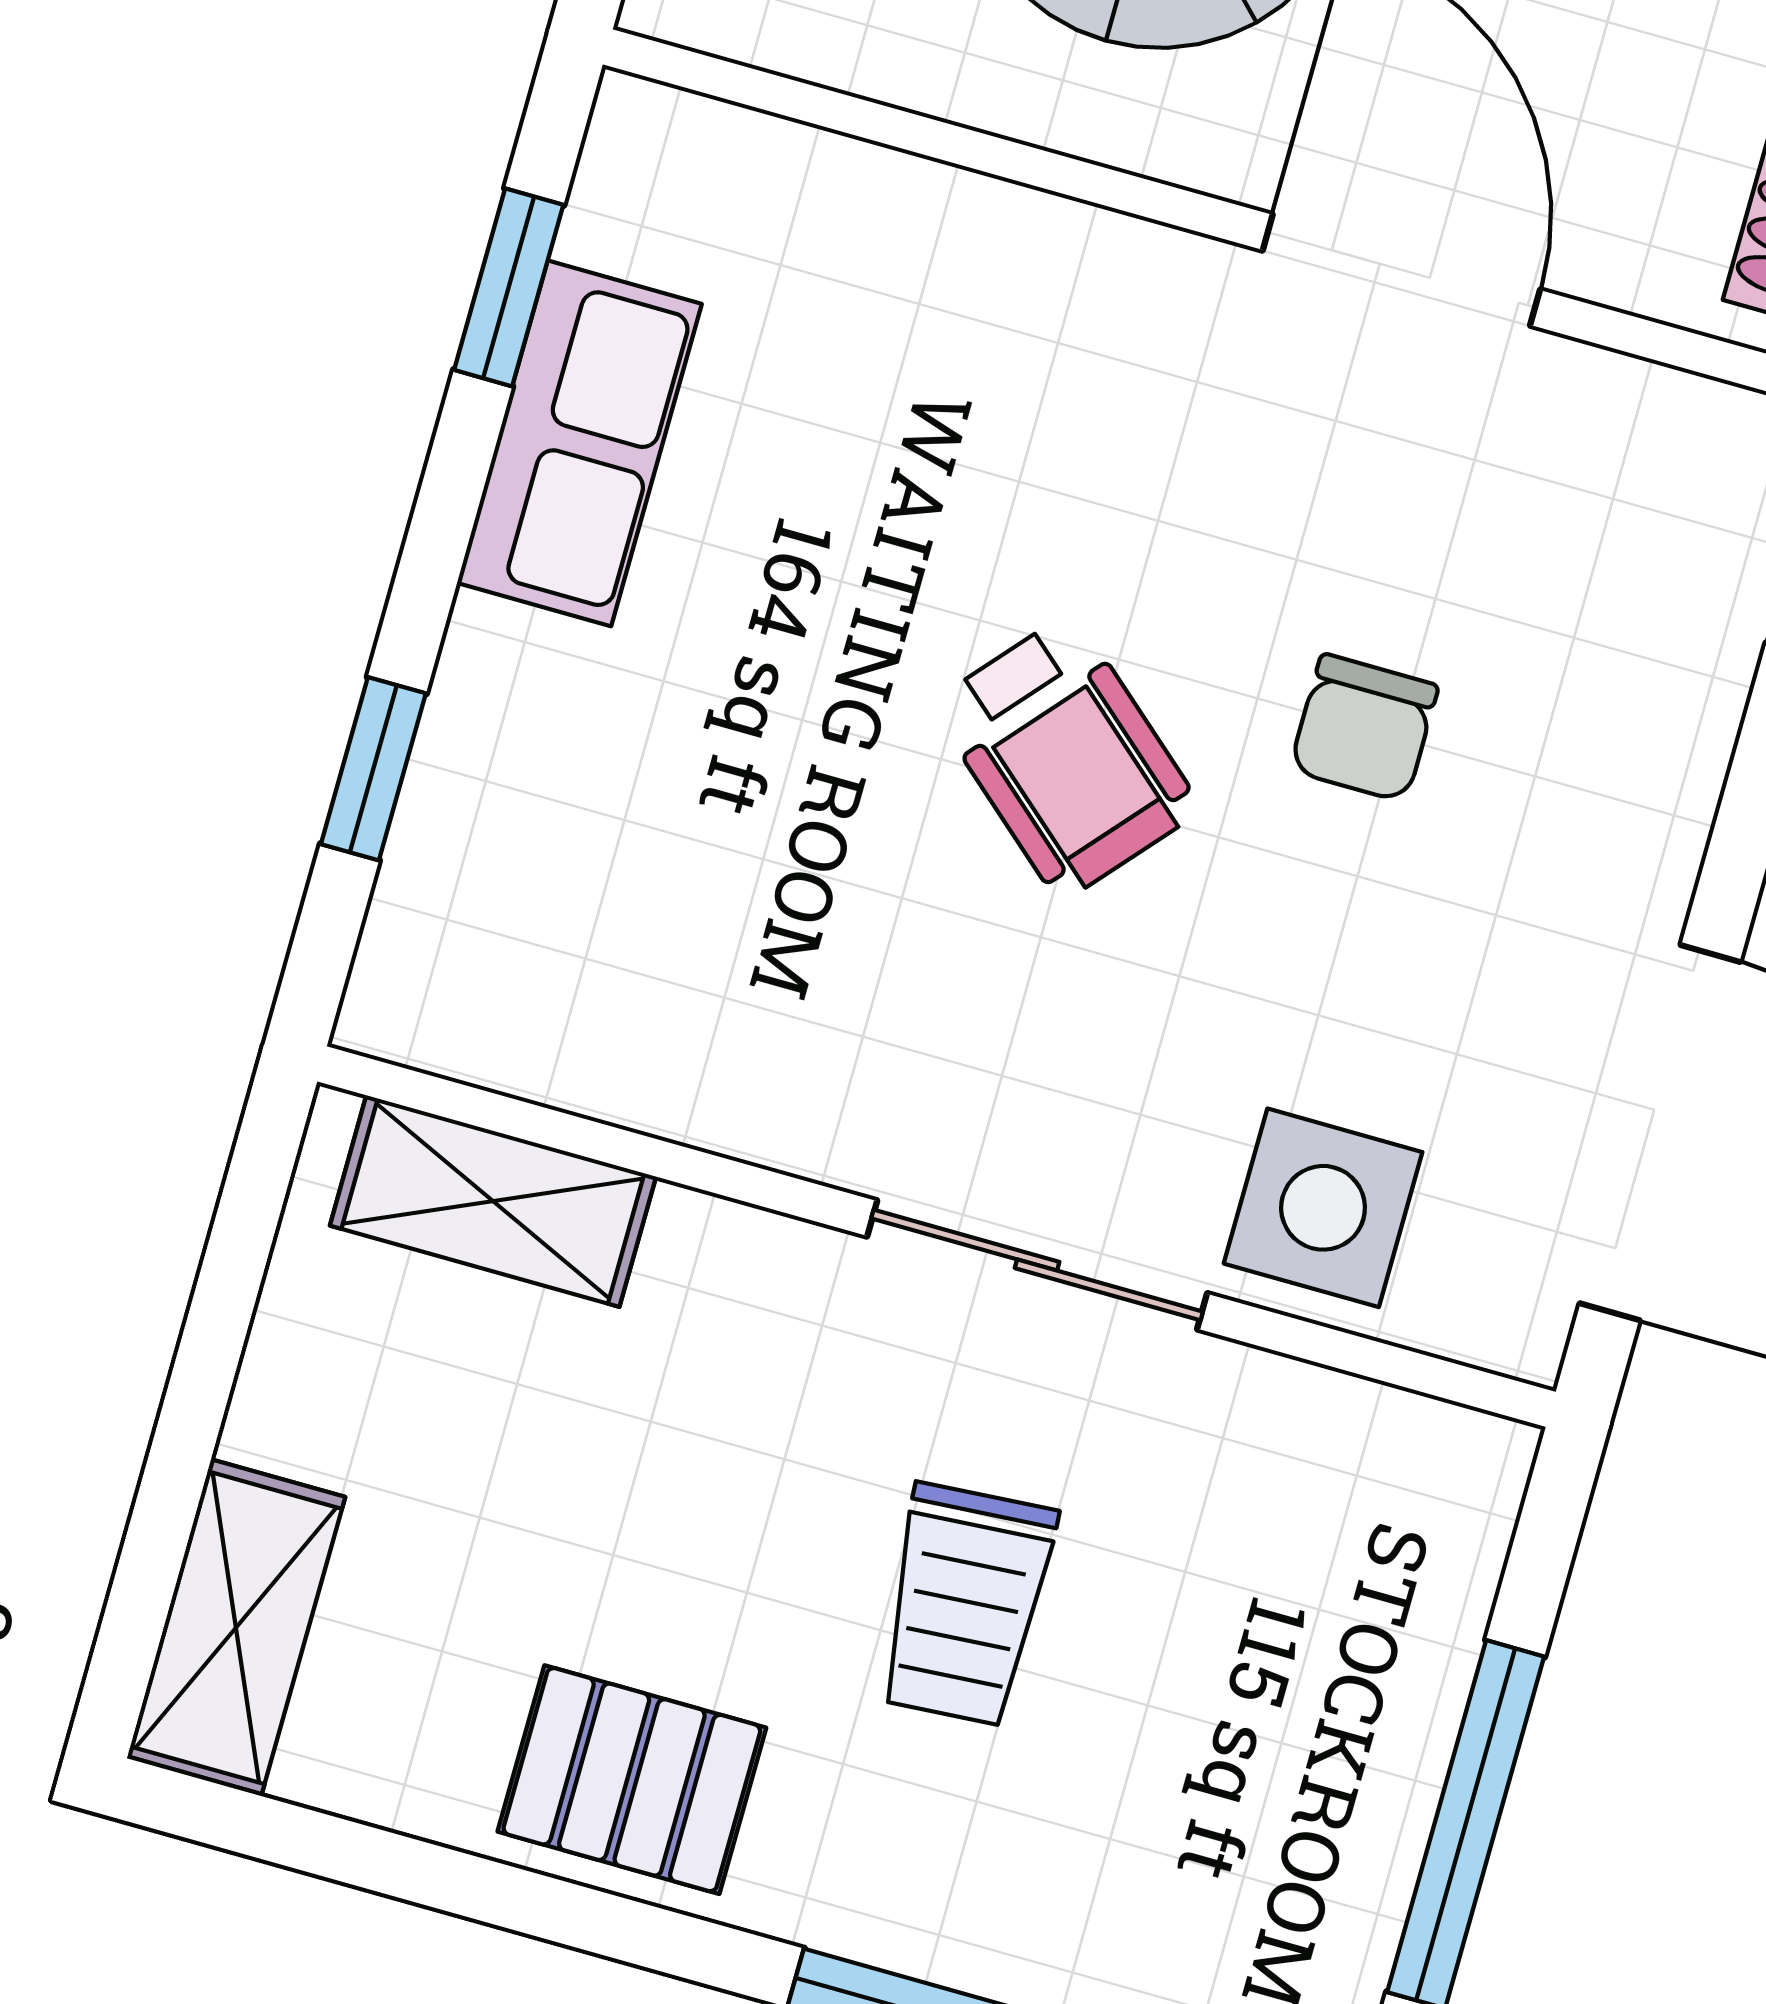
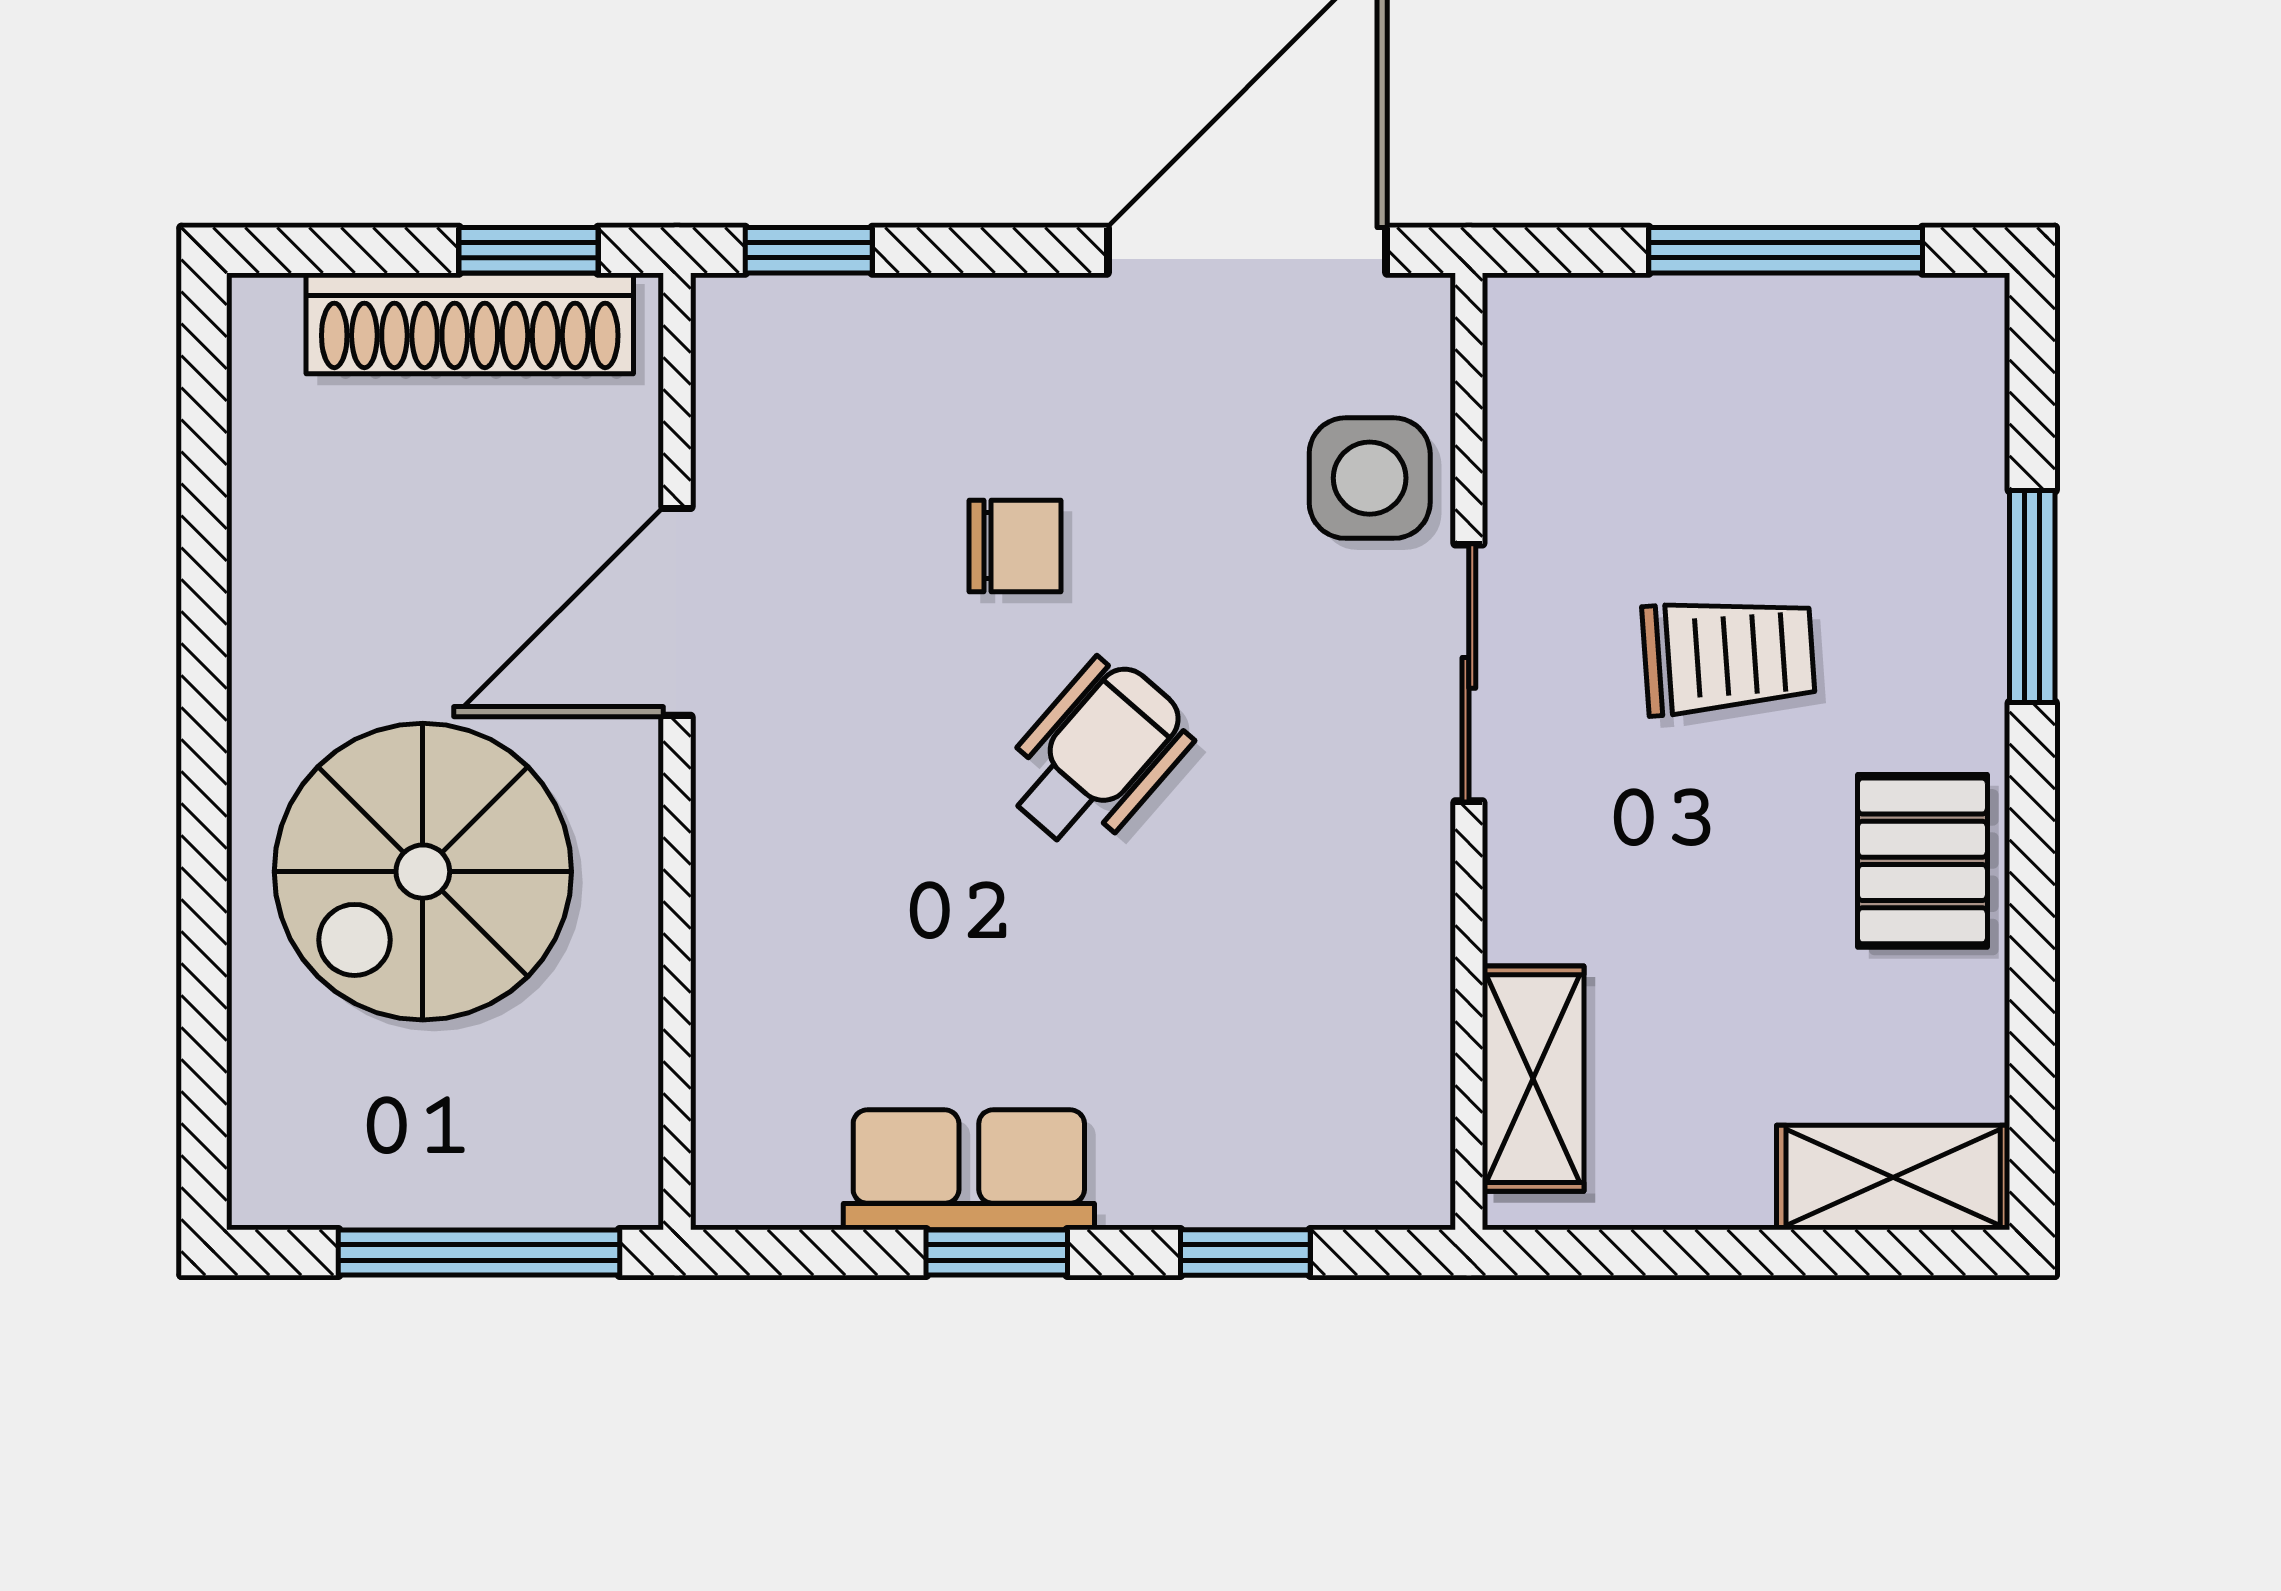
window: (509, 287) -> (997, 1252), moved

